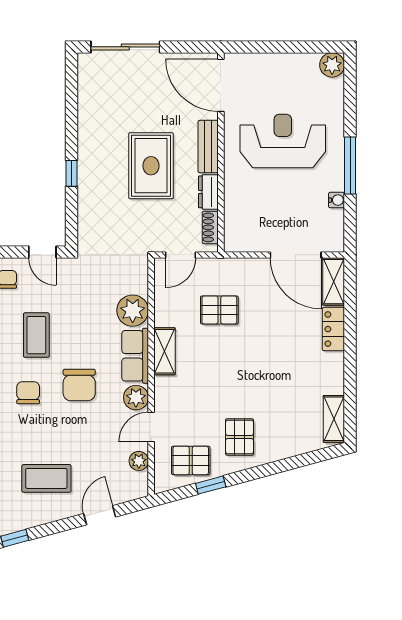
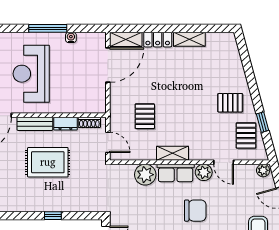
shelving: (334, 419) -> (189, 39), moved
plant: (139, 461) -> (263, 170), moved

